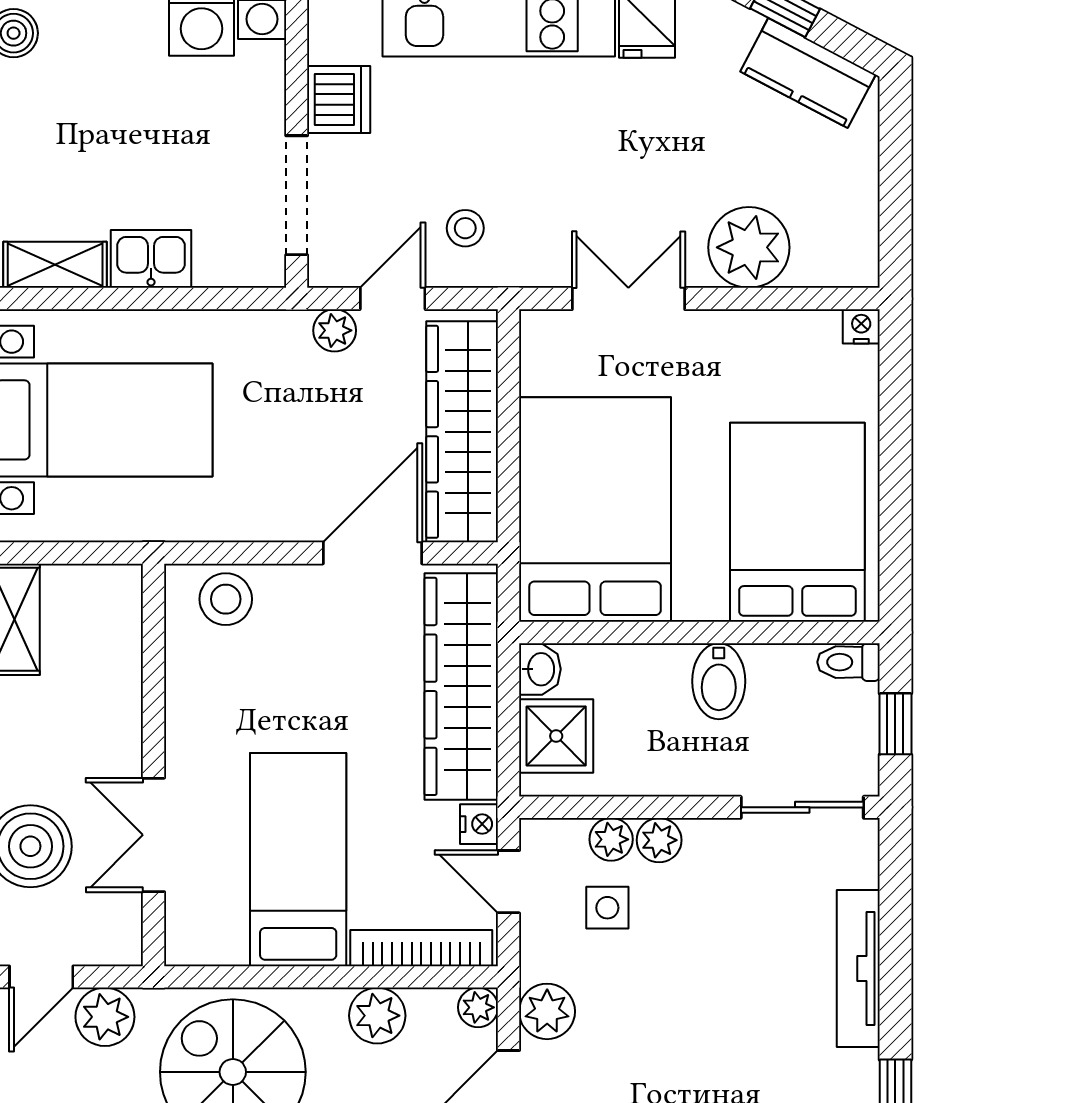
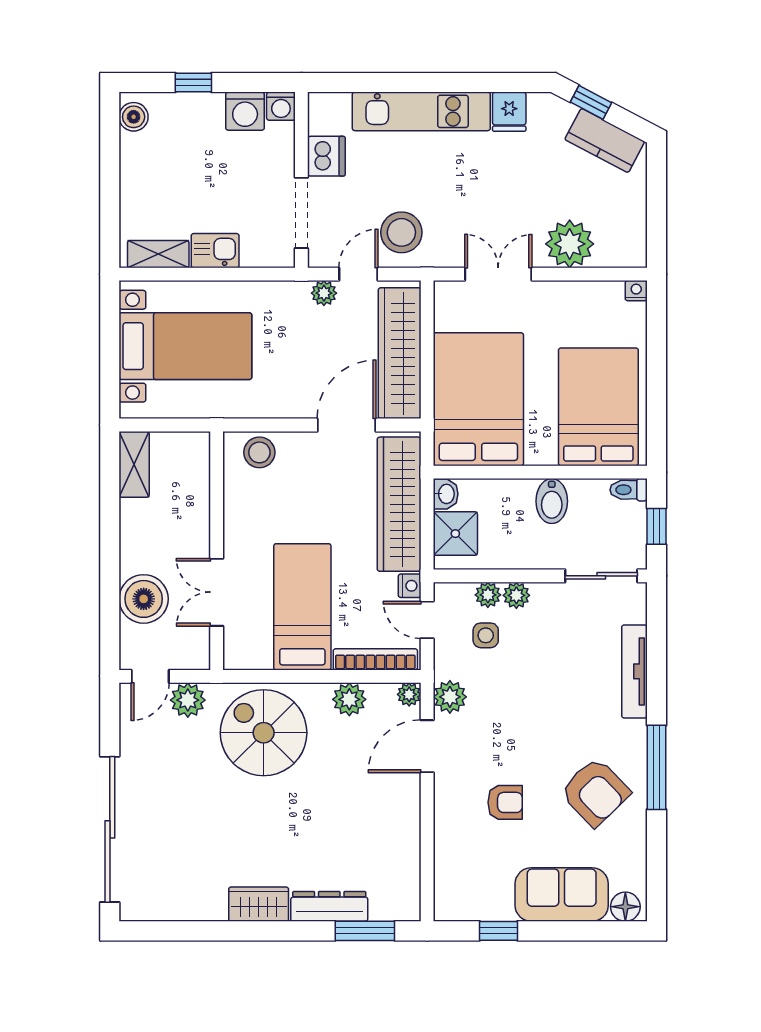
stool: (465, 228) -> (401, 232), width x1.89, depth x1.89

